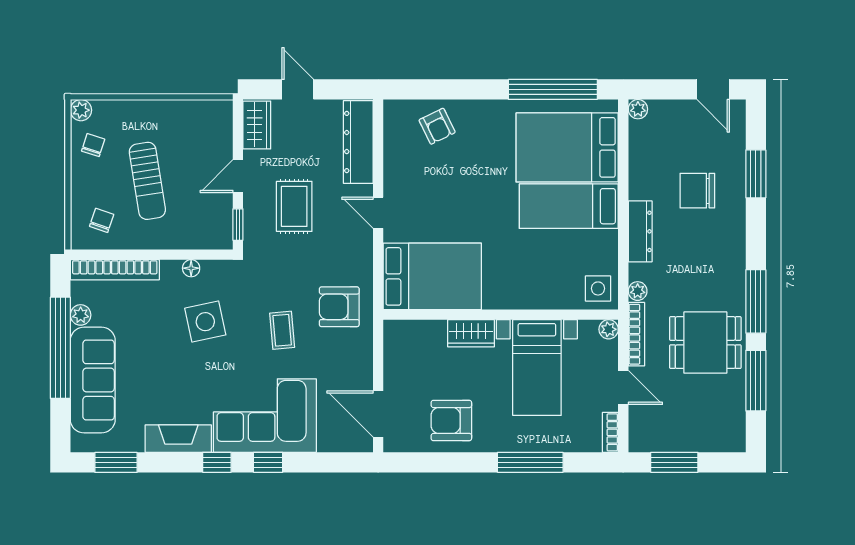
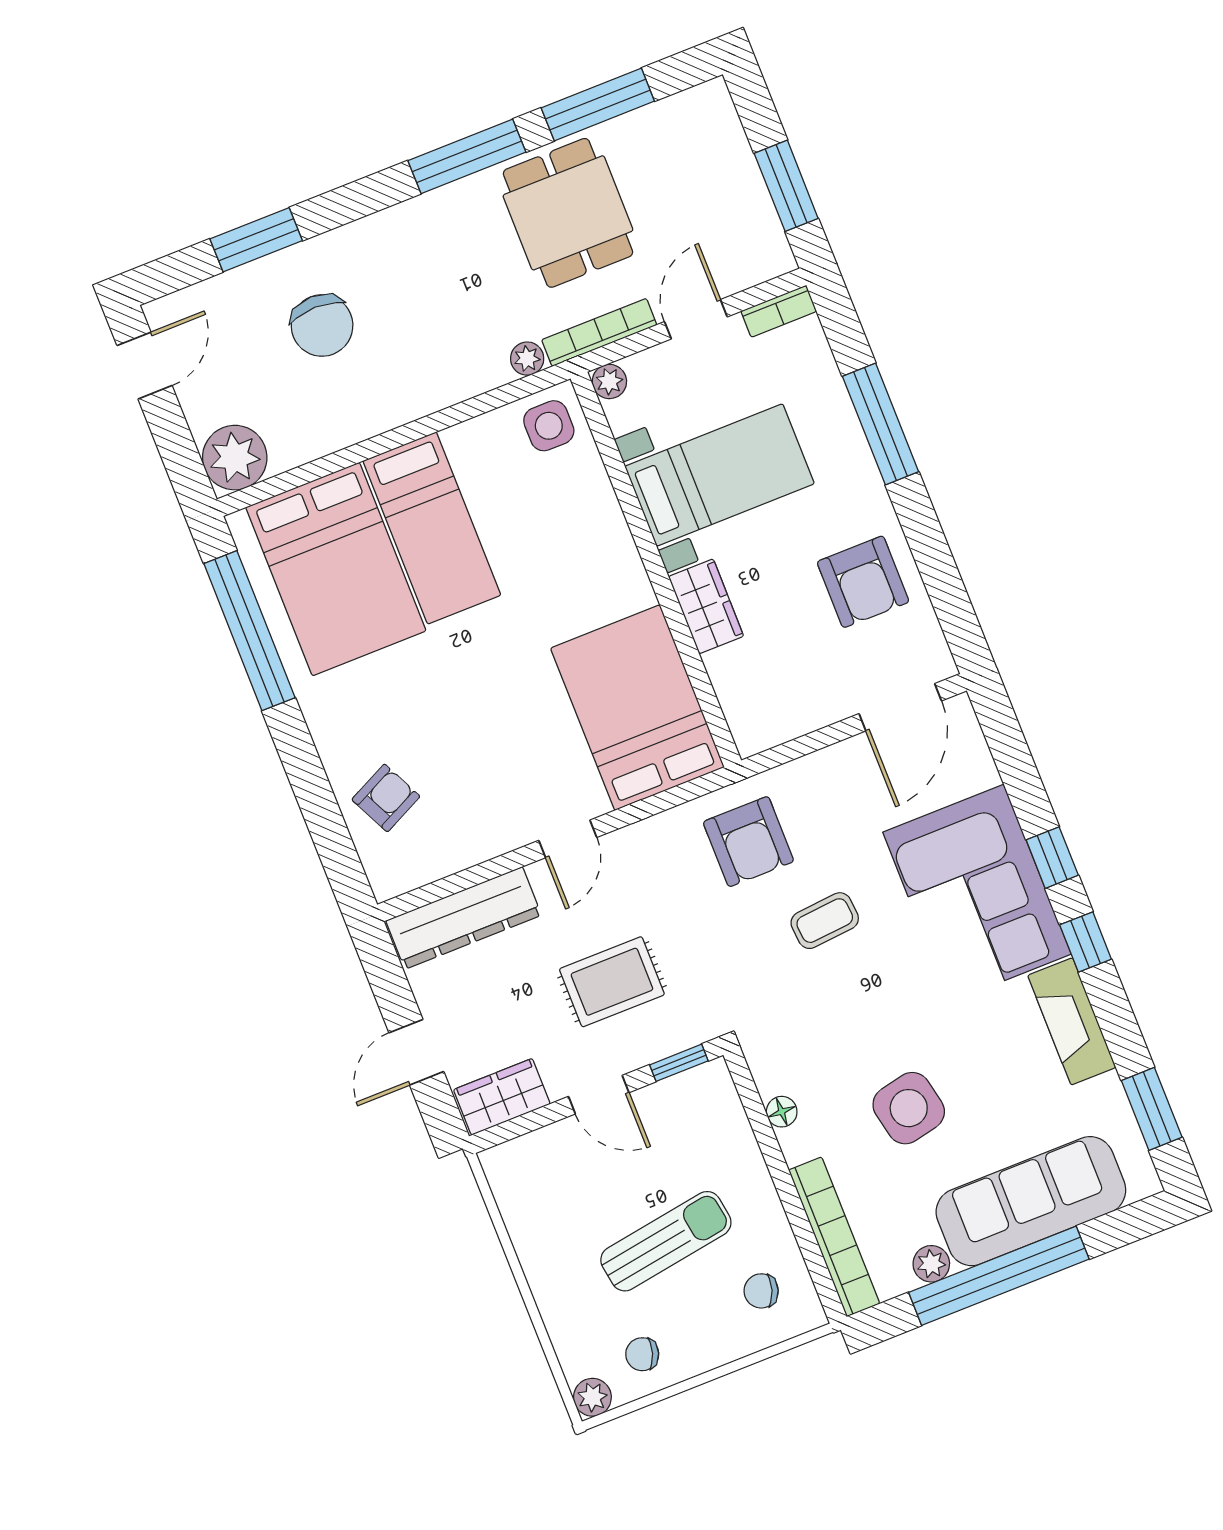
plant: (638, 109) -> (235, 458), width x1.88, depth x1.88
dresser: (640, 231) -> (427, 393), removed
side table: (205, 322) -> (909, 1108), moved

